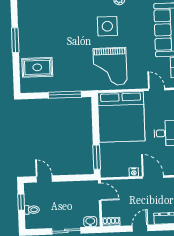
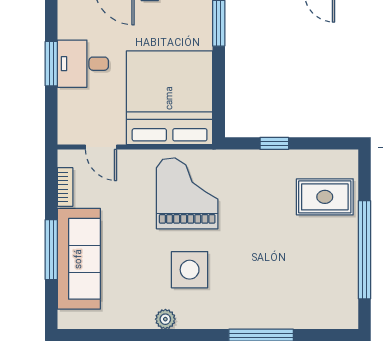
window: (15, 40) -> (364, 250), width x2.11
window: (65, 95) -> (274, 143), width x0.46

